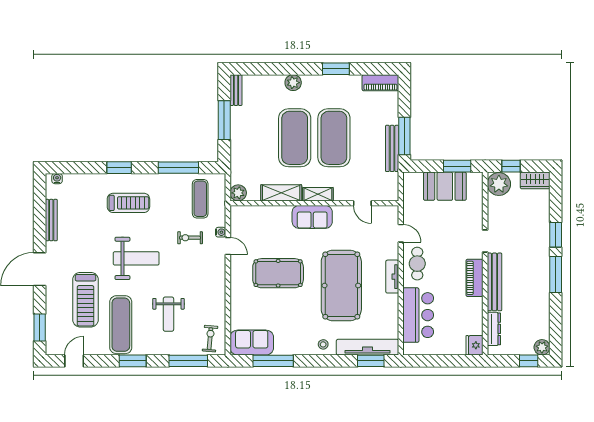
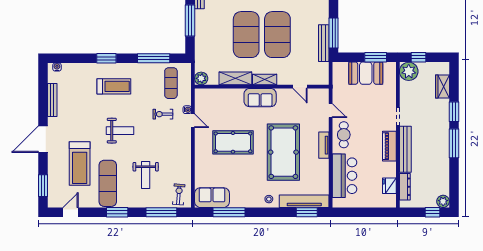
wardrobe: (535, 180) -> (443, 86), moved, turned 90
weight bench: (136, 258) -> (120, 131), width x0.73, depth x0.75
fridge: (474, 345) -> (389, 186), moved

